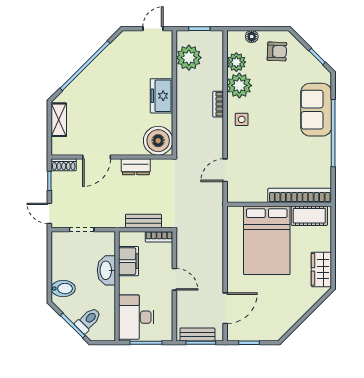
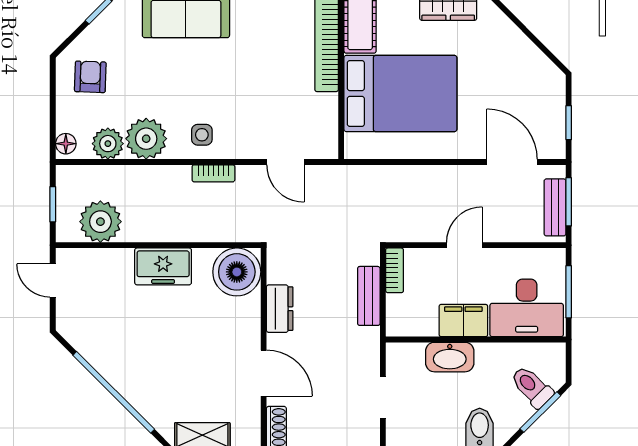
floor lamp: (252, 37) -> (66, 144), moved
bookcase: (218, 104) -> (213, 173), moved
filing cabinet: (129, 261) -> (463, 321), moved

